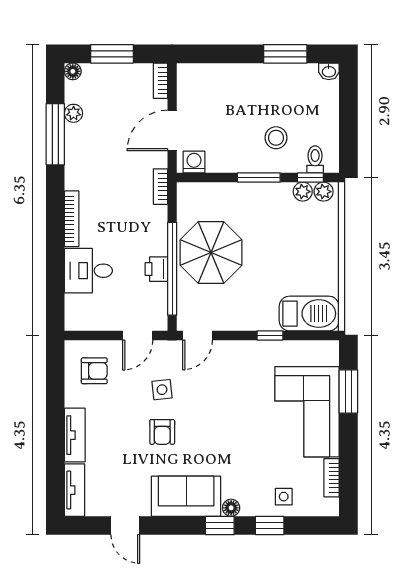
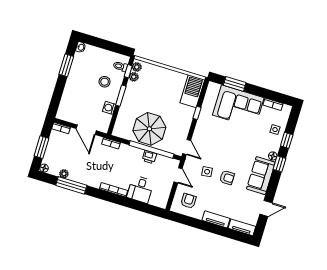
washing machine: (194, 162) -> (109, 108), moved

